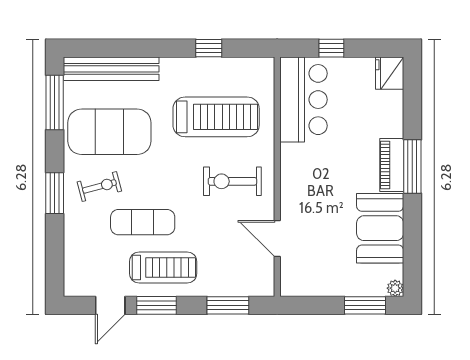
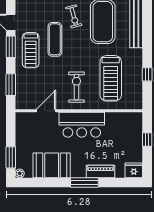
bar counter: (303, 100) -> (82, 125), moved
piano: (392, 165) -> (100, 172), moved

